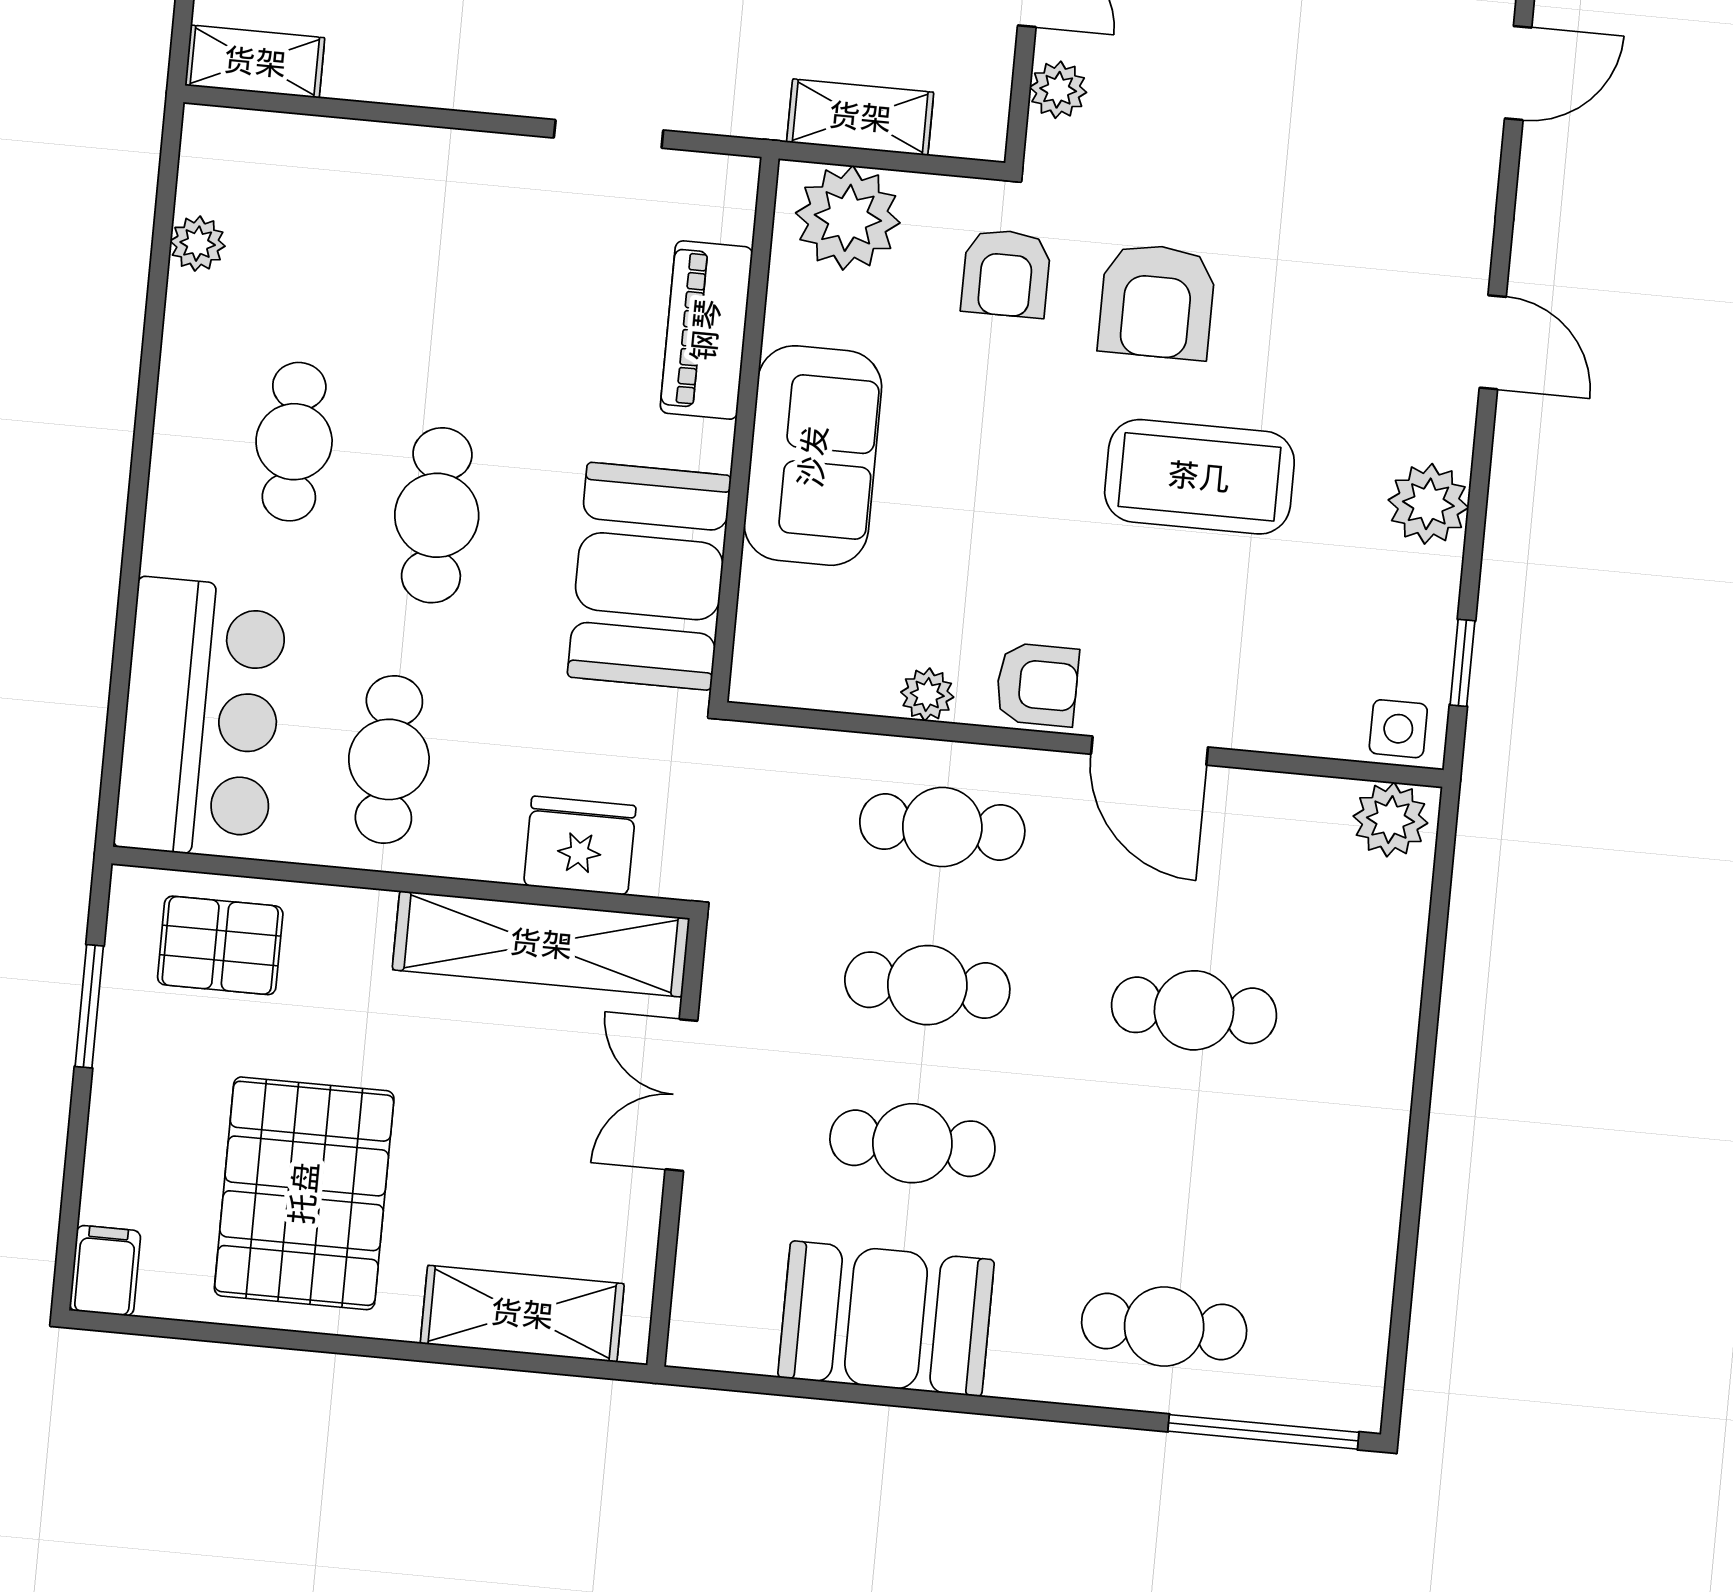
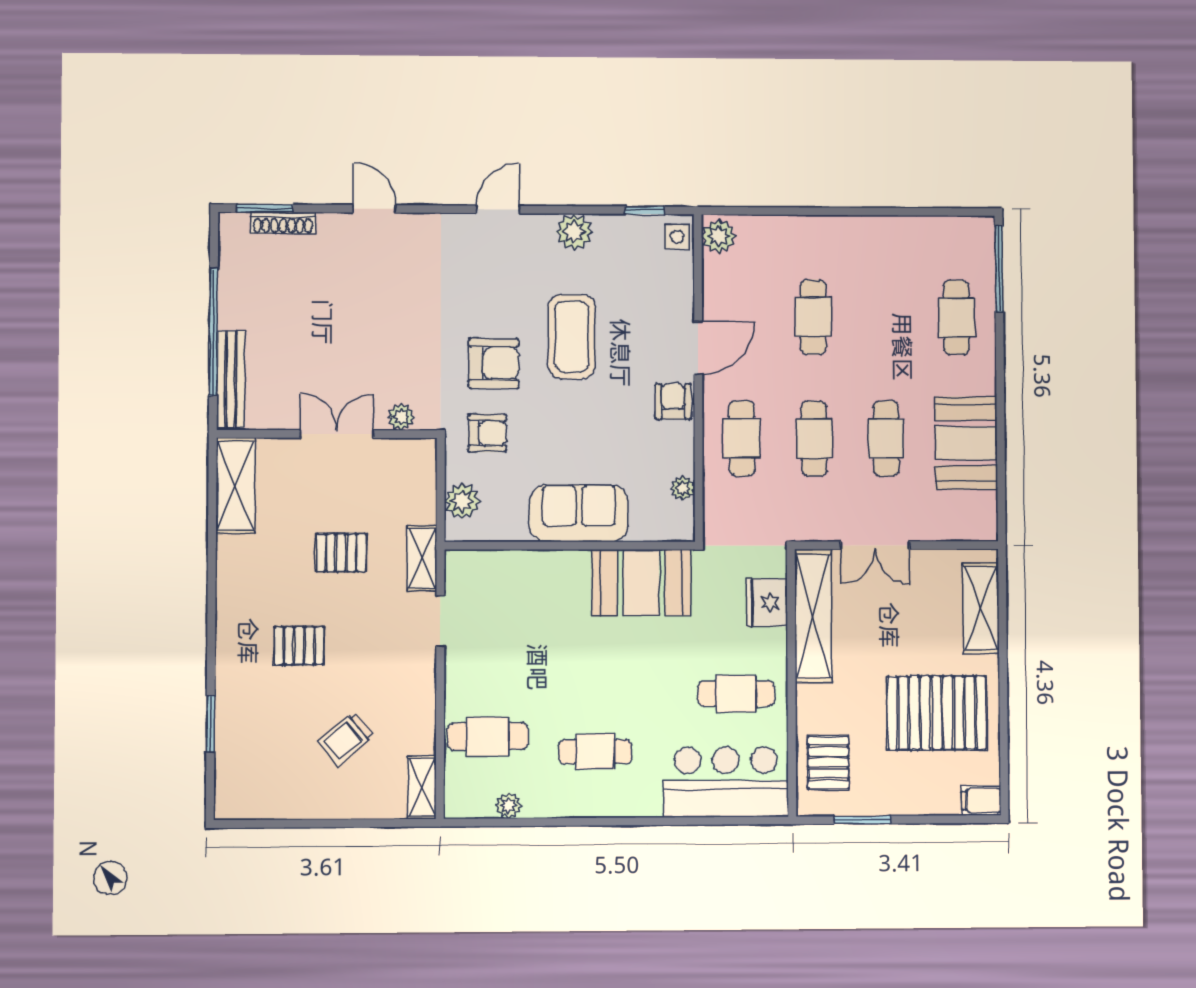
shelving: (860, 117) -> (422, 558), moved
plant: (848, 218) -> (462, 501), width x0.73, depth x0.73
piano: (706, 330) -> (526, 567), removed
cafe table: (437, 515) -> (488, 736), moved
plant: (927, 695) -> (683, 488), moved

